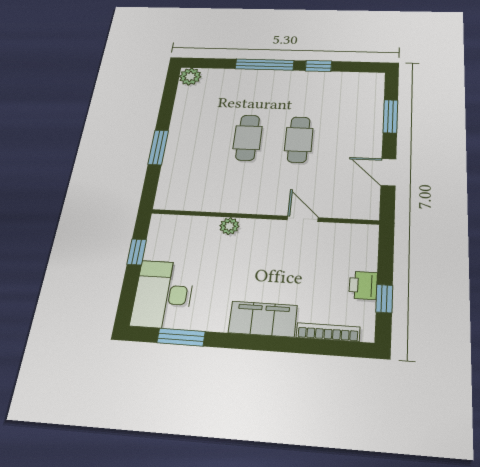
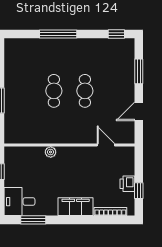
window: (318, 66) -> (116, 34), moved
plant: (190, 77) -> (11, 45), removed
door: (388, 172) -> (139, 111), hinge flipped
door: (303, 219) -> (106, 145), moved
desk: (163, 294) -> (19, 202), width x0.73

